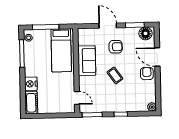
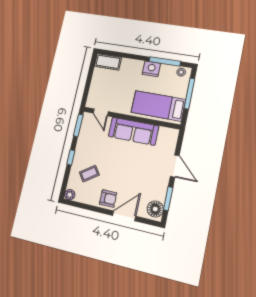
door: (108, 26) -> (175, 166), hinge flipped
armchair: (116, 47) -> (148, 169), removed
sofa: (87, 61) -> (133, 131), width x1.36
coffee table: (115, 75) -> (89, 174), moved
nightstand: (31, 84) -> (151, 69), moved
door: (77, 98) -> (101, 112), hinge flipped

